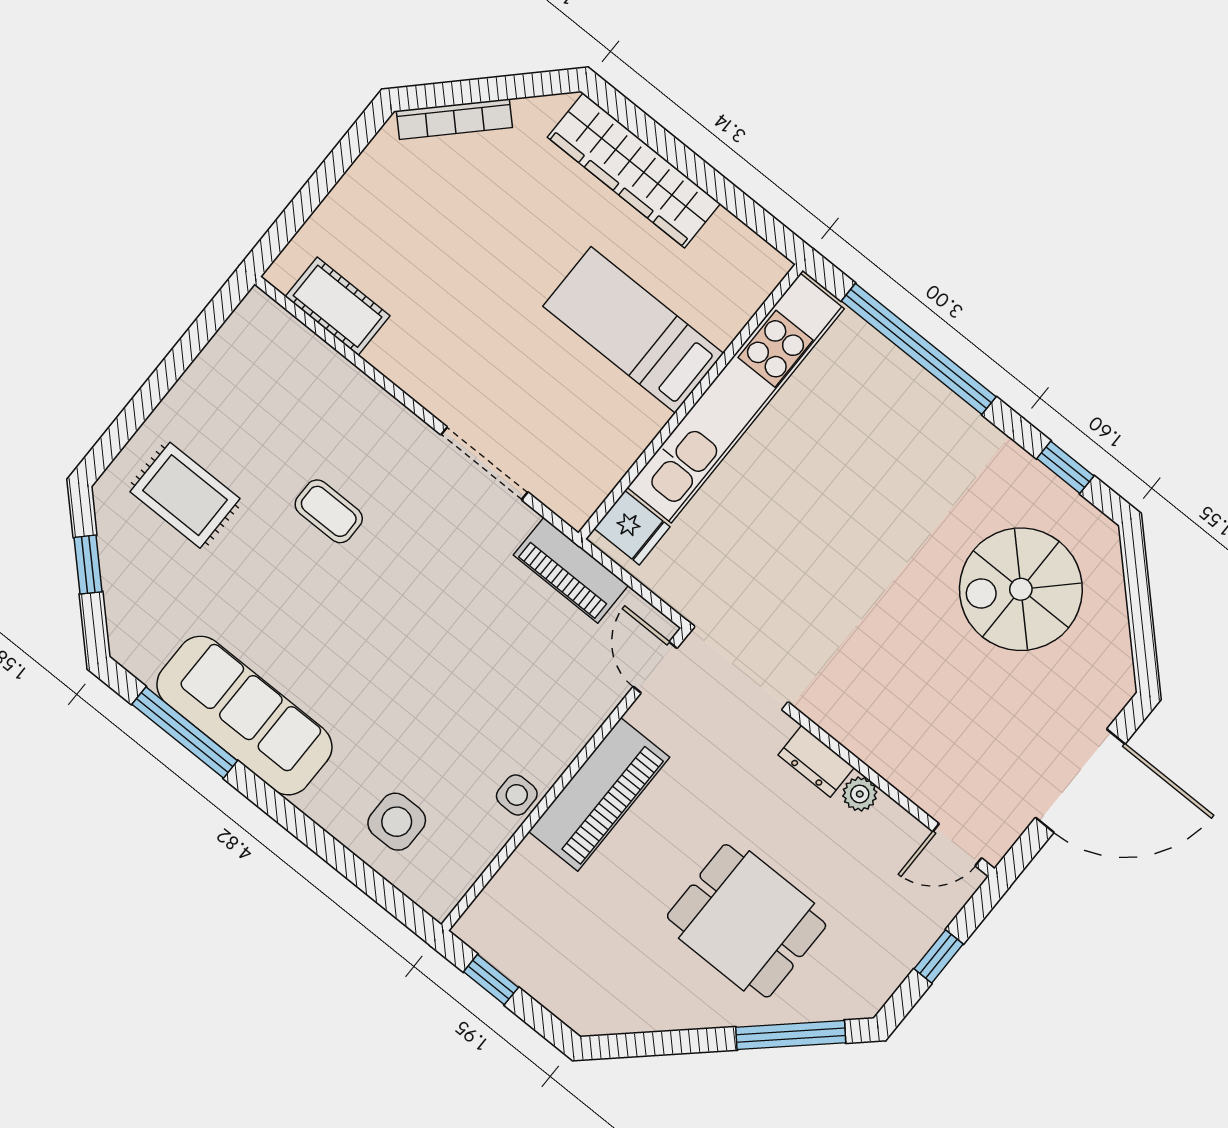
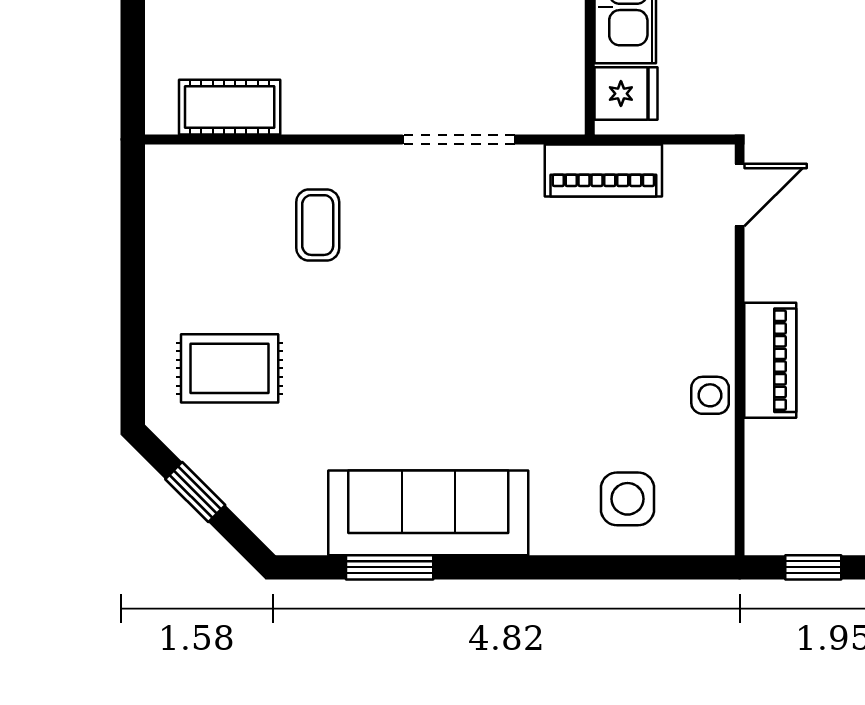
coffee table: (329, 511) -> (318, 225), moved, turned 90
door: (655, 667) -> (740, 195), swing flipped
window: (185, 732) -> (390, 567), width x0.69
piano: (599, 794) -> (770, 360), width x0.73, depth x0.75

